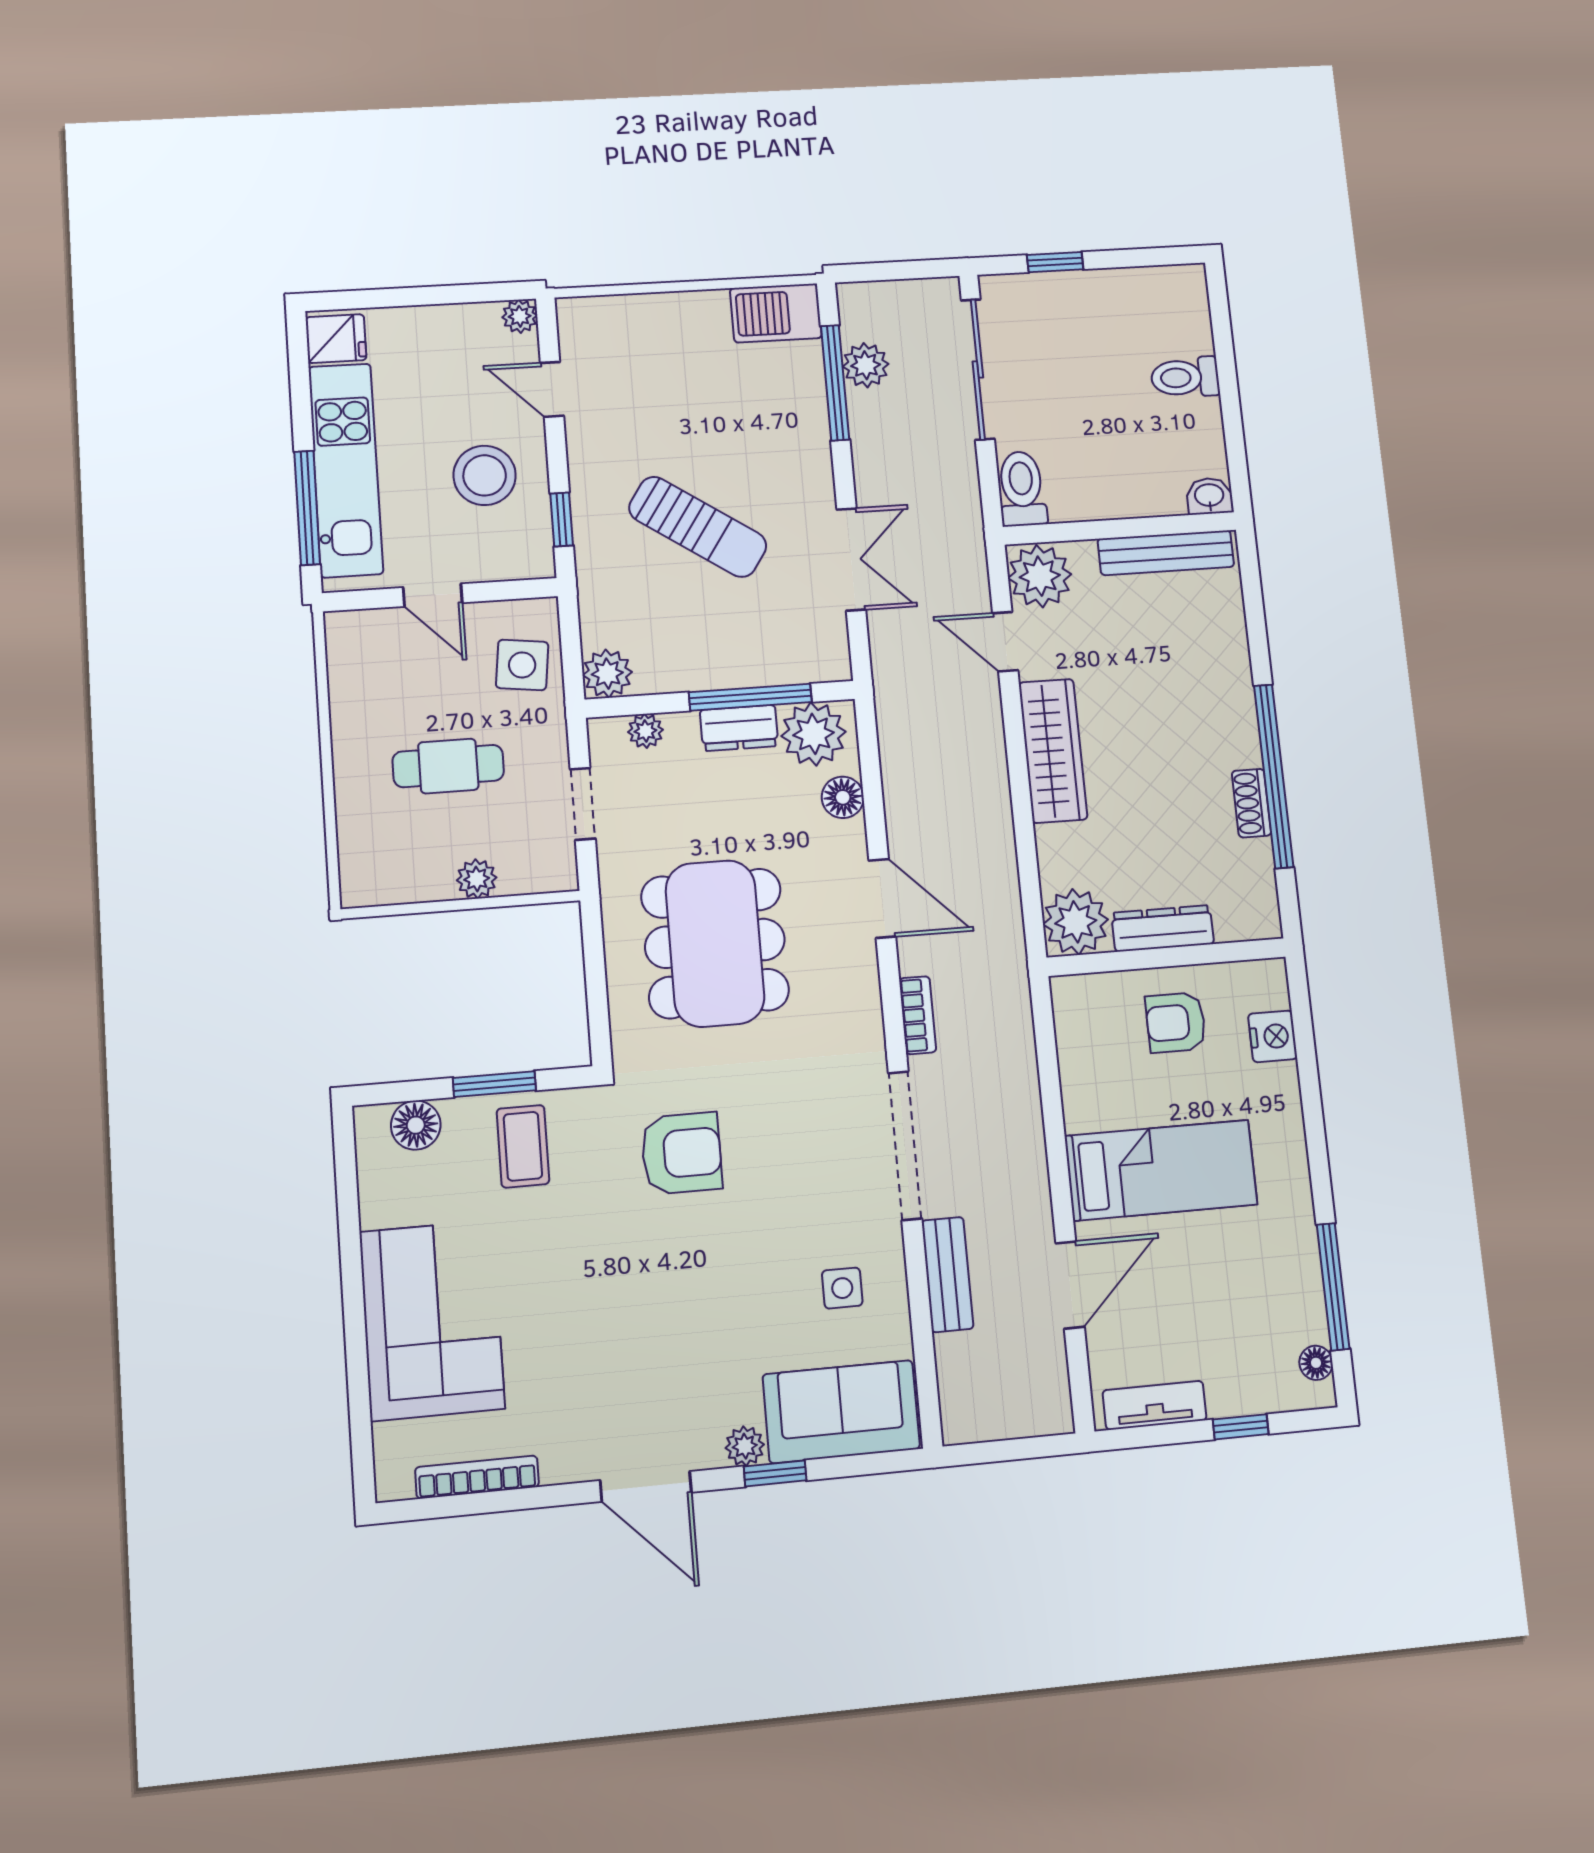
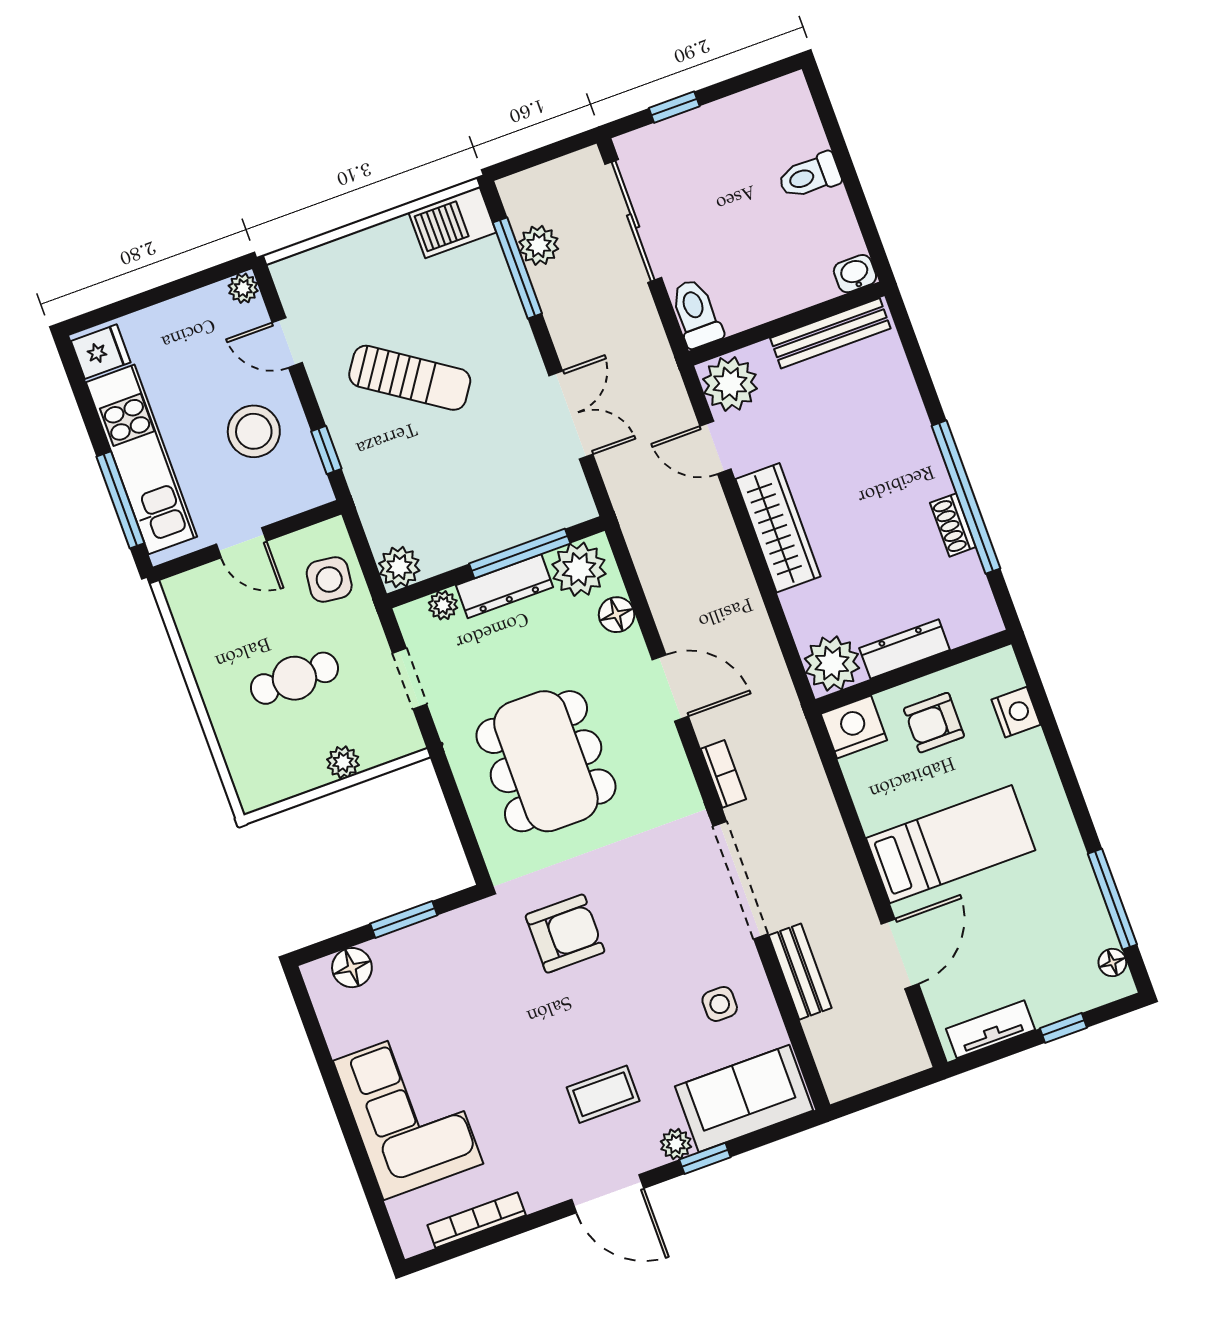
sun lounger: (698, 527) -> (410, 378), moved
dresser: (739, 728) -> (505, 586), width x1.44
nightstand: (1083, 1002) -> (854, 727), added
coffee table: (523, 1146) -> (603, 1094), moved, turned 90

